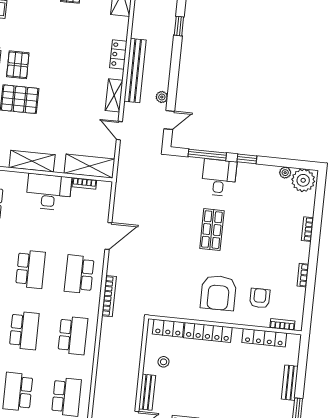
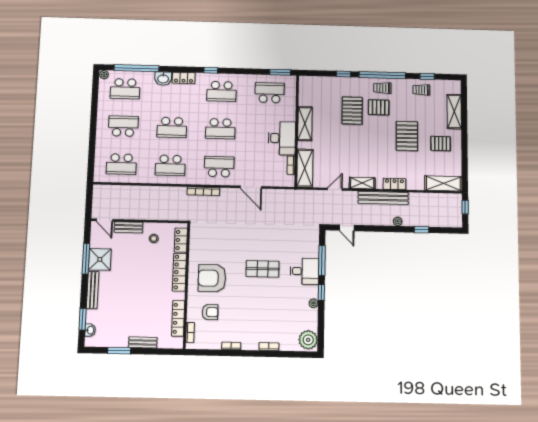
pallet: (58, 32) -> (407, 136), added
plant: (162, 97) -> (398, 221), moved
plant: (285, 173) -> (314, 303), moved

